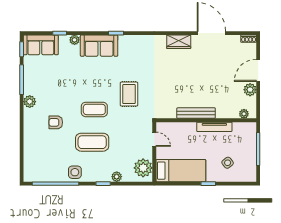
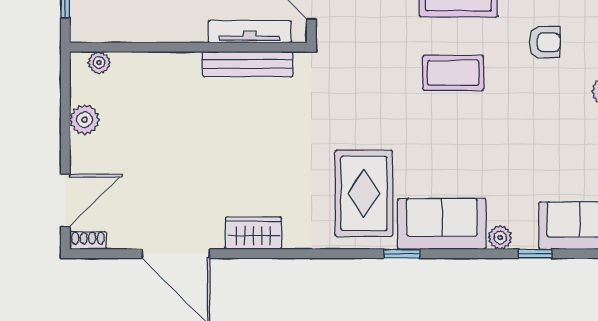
door: (258, 70) -> (65, 201), moved
rug: (129, 94) -> (364, 193), moved, width x1.36, depth x1.43
bench: (196, 113) -> (248, 64), moved
tv unit: (214, 127) -> (250, 32), moved

